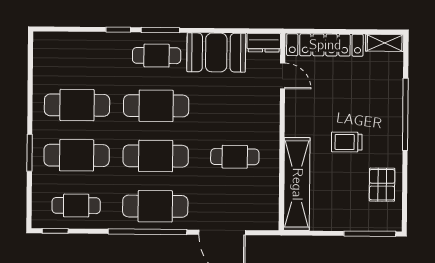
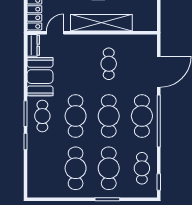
shelving: (297, 184) -> (101, 23), moved

